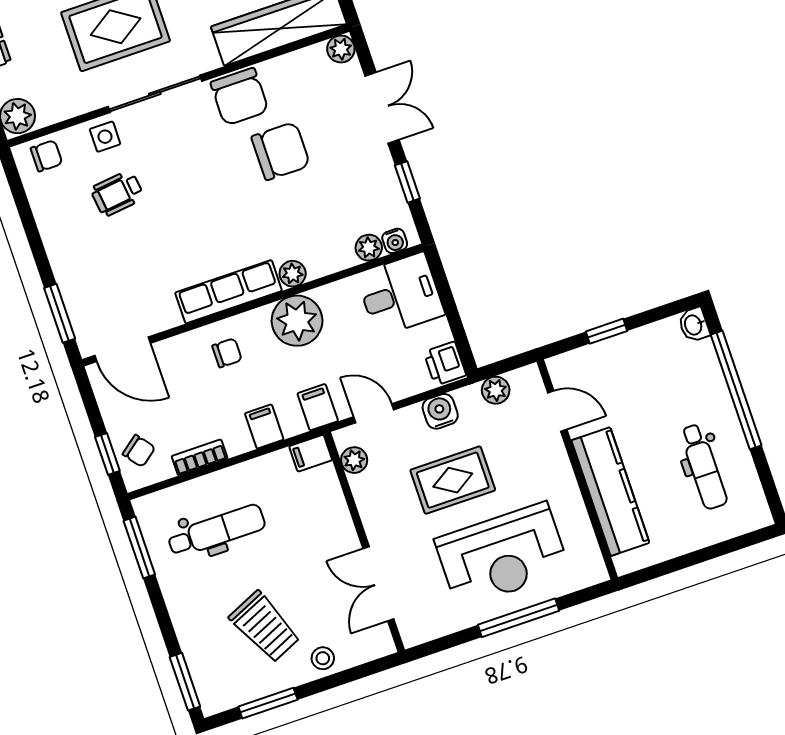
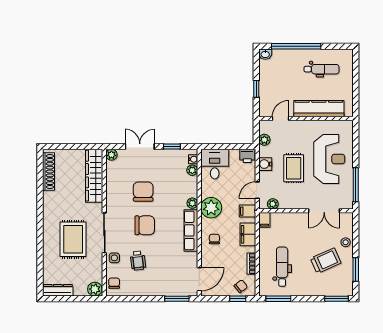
chair: (240, 97) -> (145, 225), moved
filing cabinet: (264, 426) -> (248, 234), width x2.00
window: (518, 618) -> (356, 185), moved

